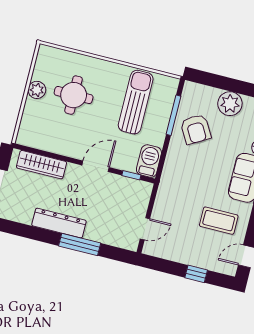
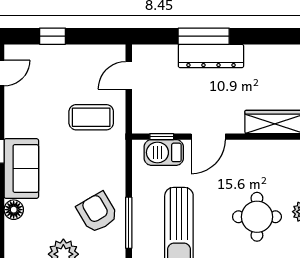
barbecue: (149, 161) -> (164, 152), moved, turned 90
coffee table: (219, 221) -> (91, 117), moved
dresser: (59, 223) -> (211, 56), moved

